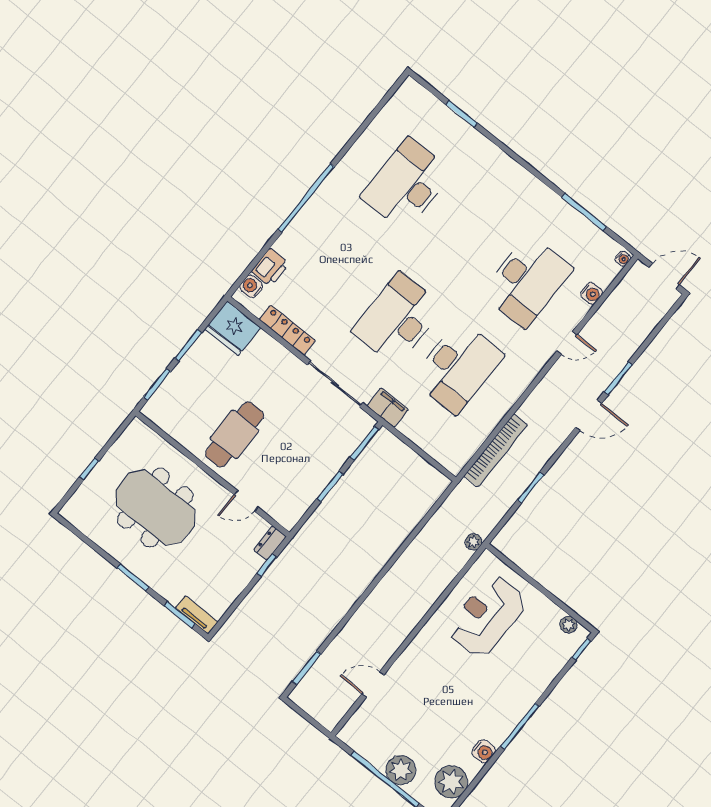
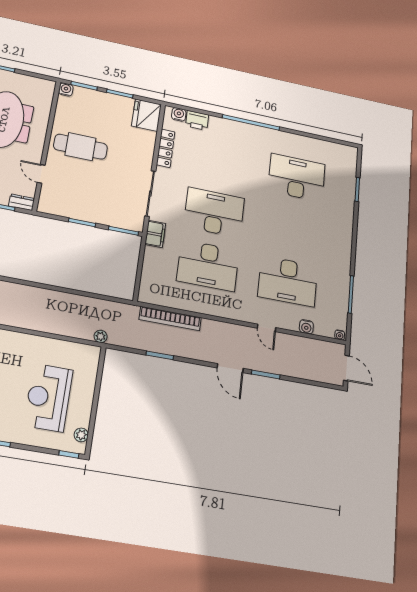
water cooler: (152, 410) -> (66, 90), added
reception desk: (487, 616) -> (48, 398), moved, turned -90

